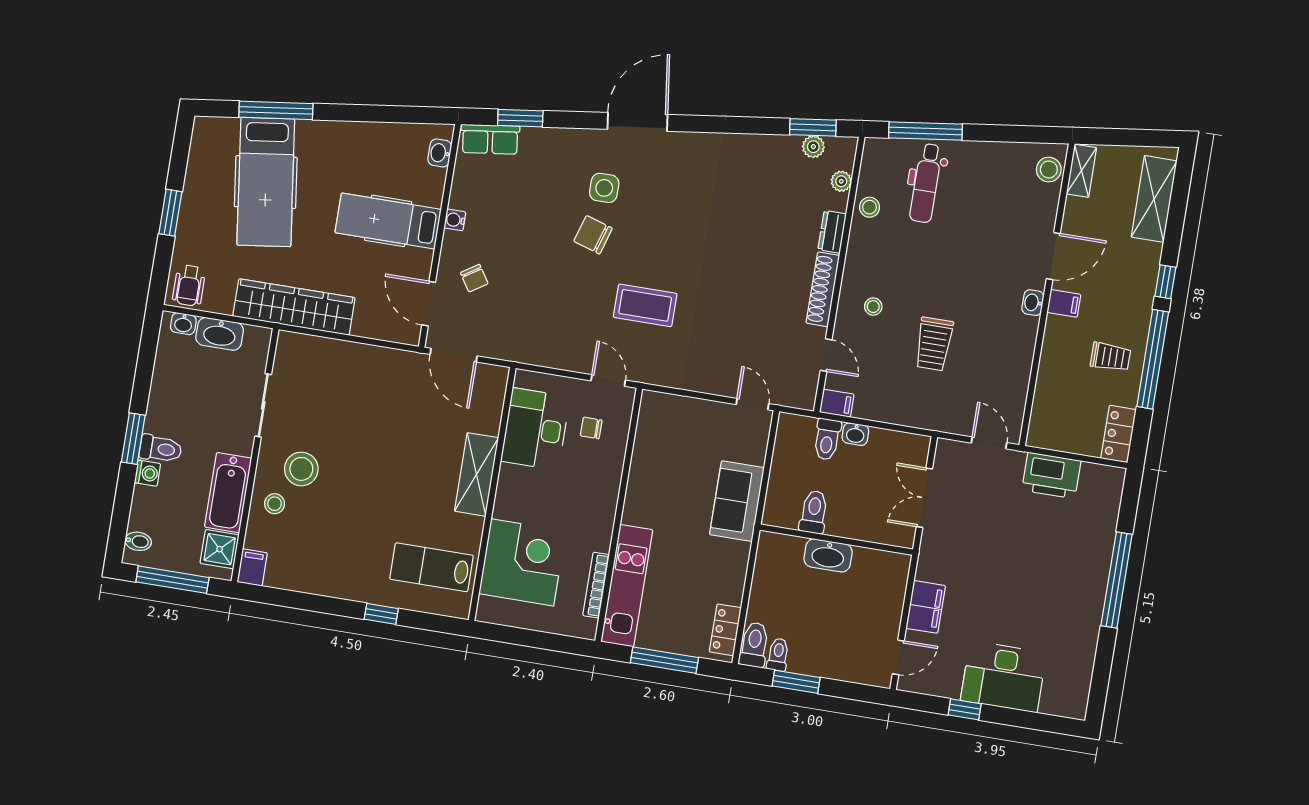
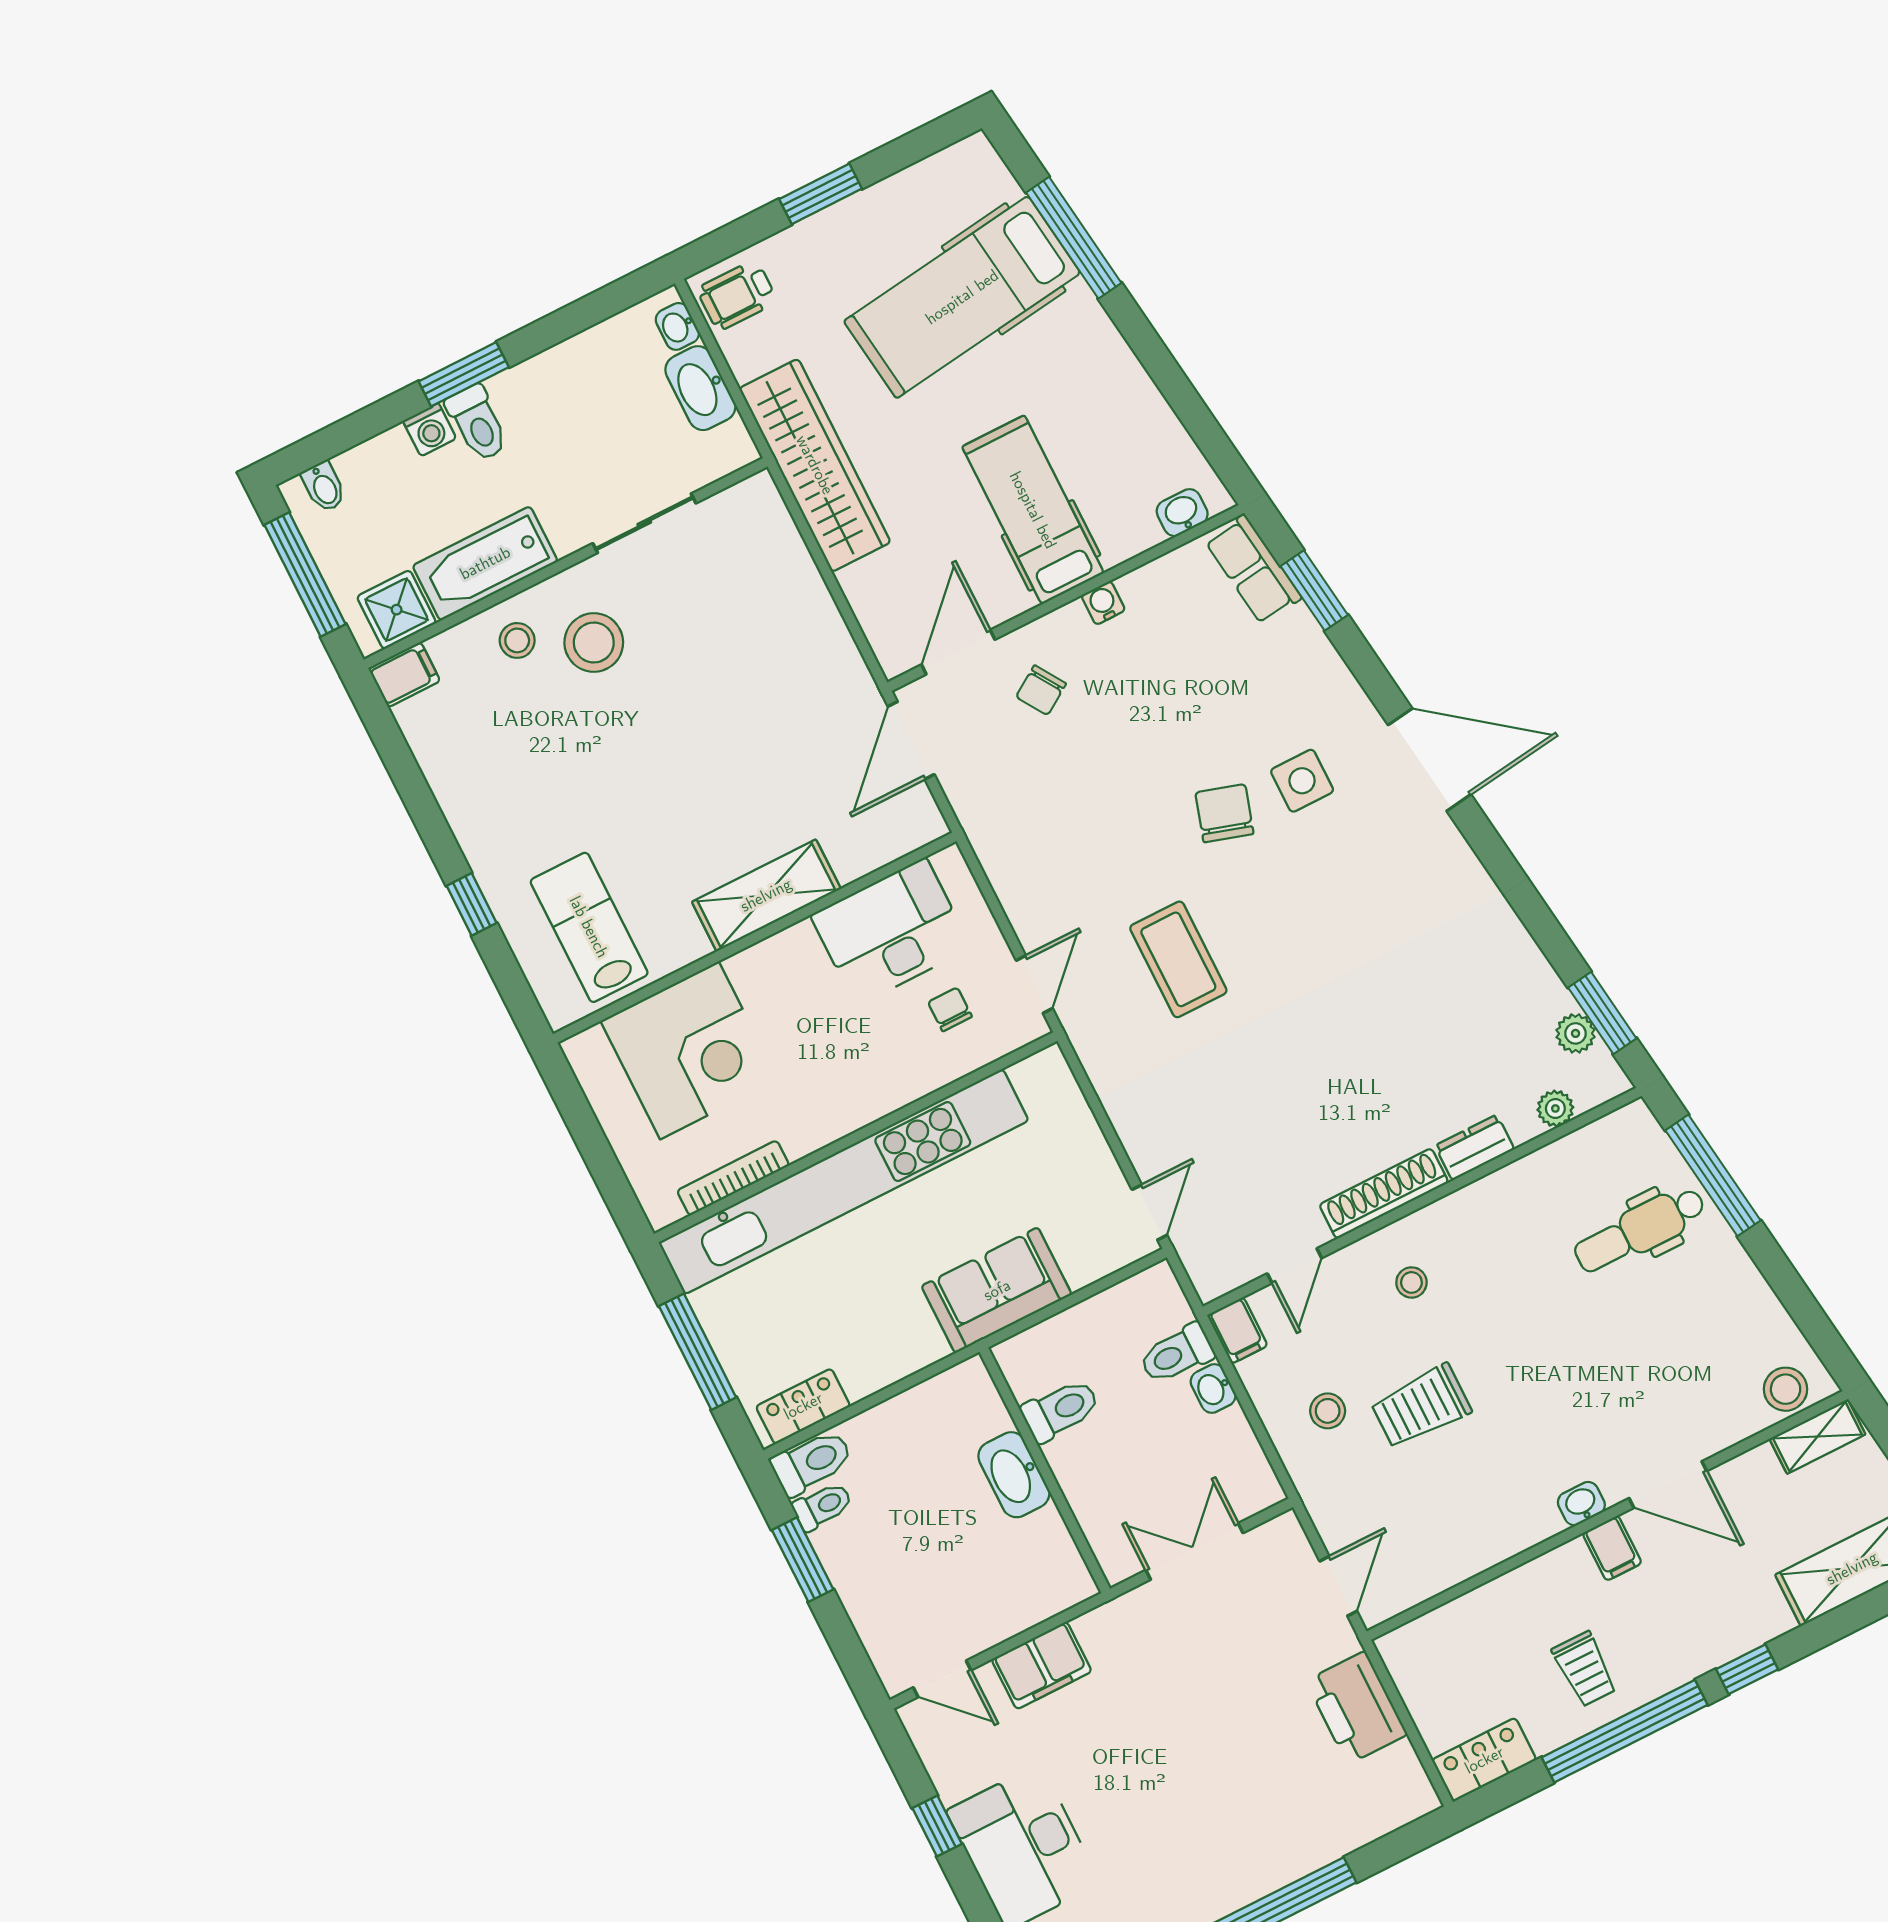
stool: (870, 207) -> (1328, 1411), moved
kitchen unit: (627, 586) -> (844, 1182), width x1.86

